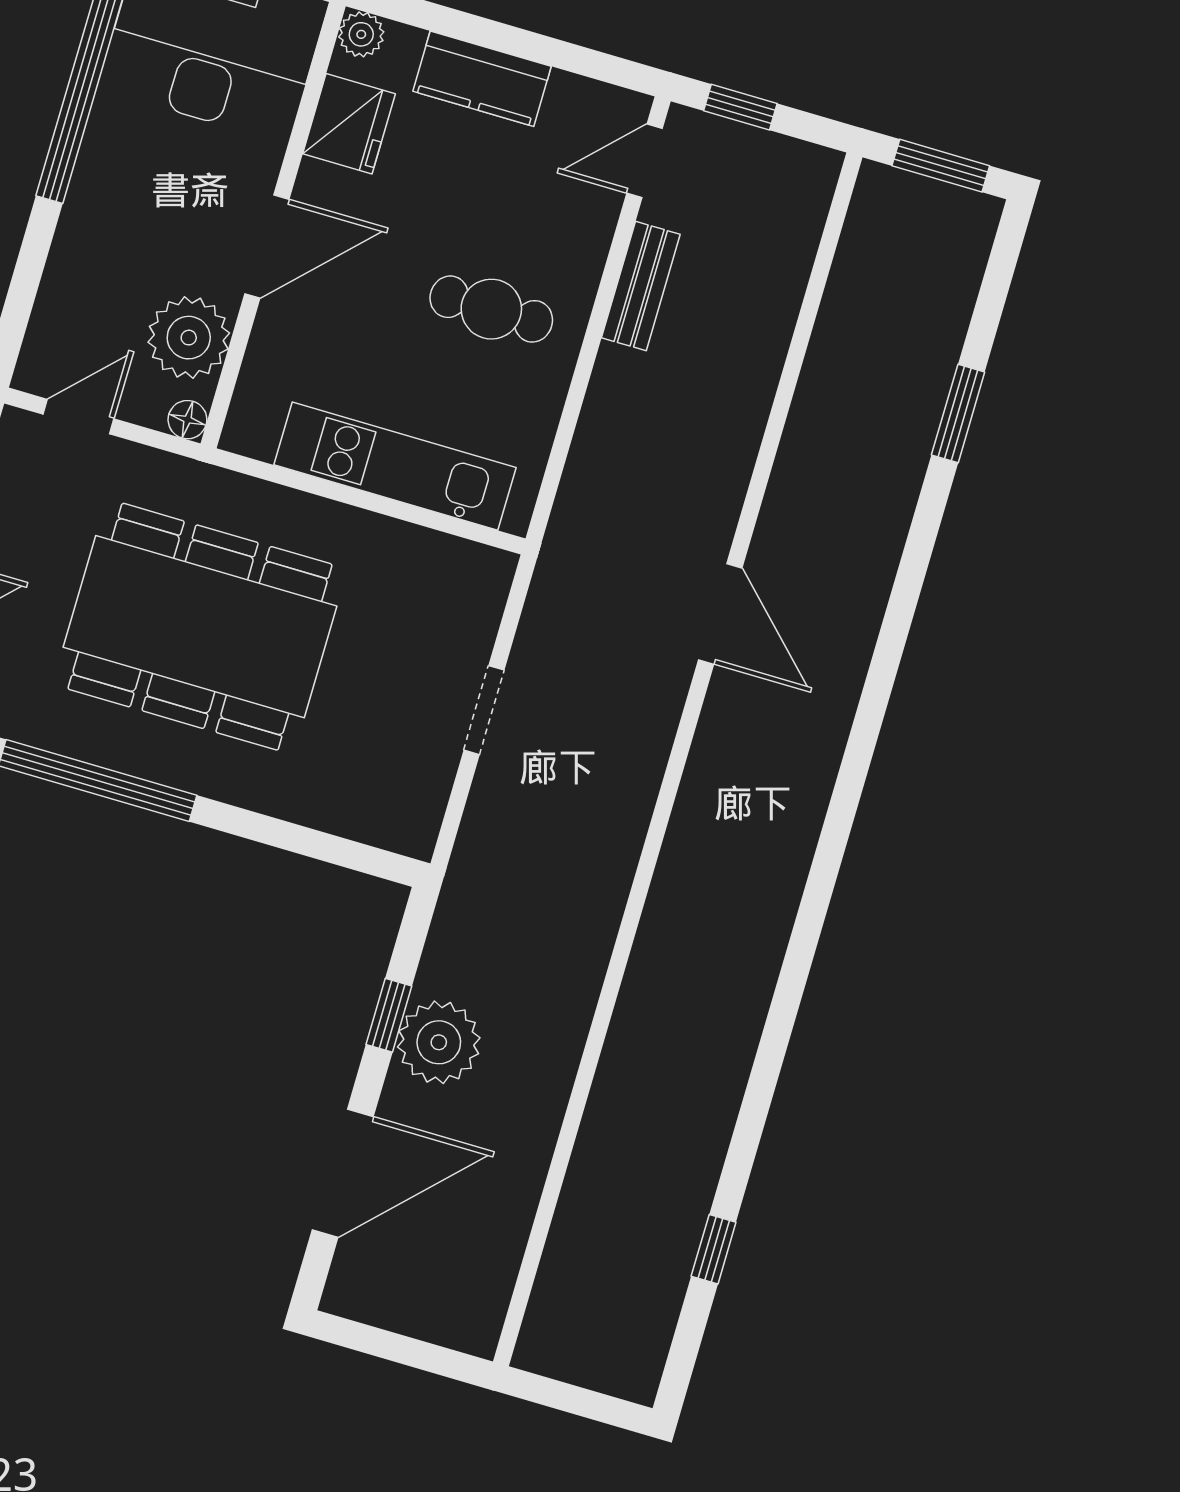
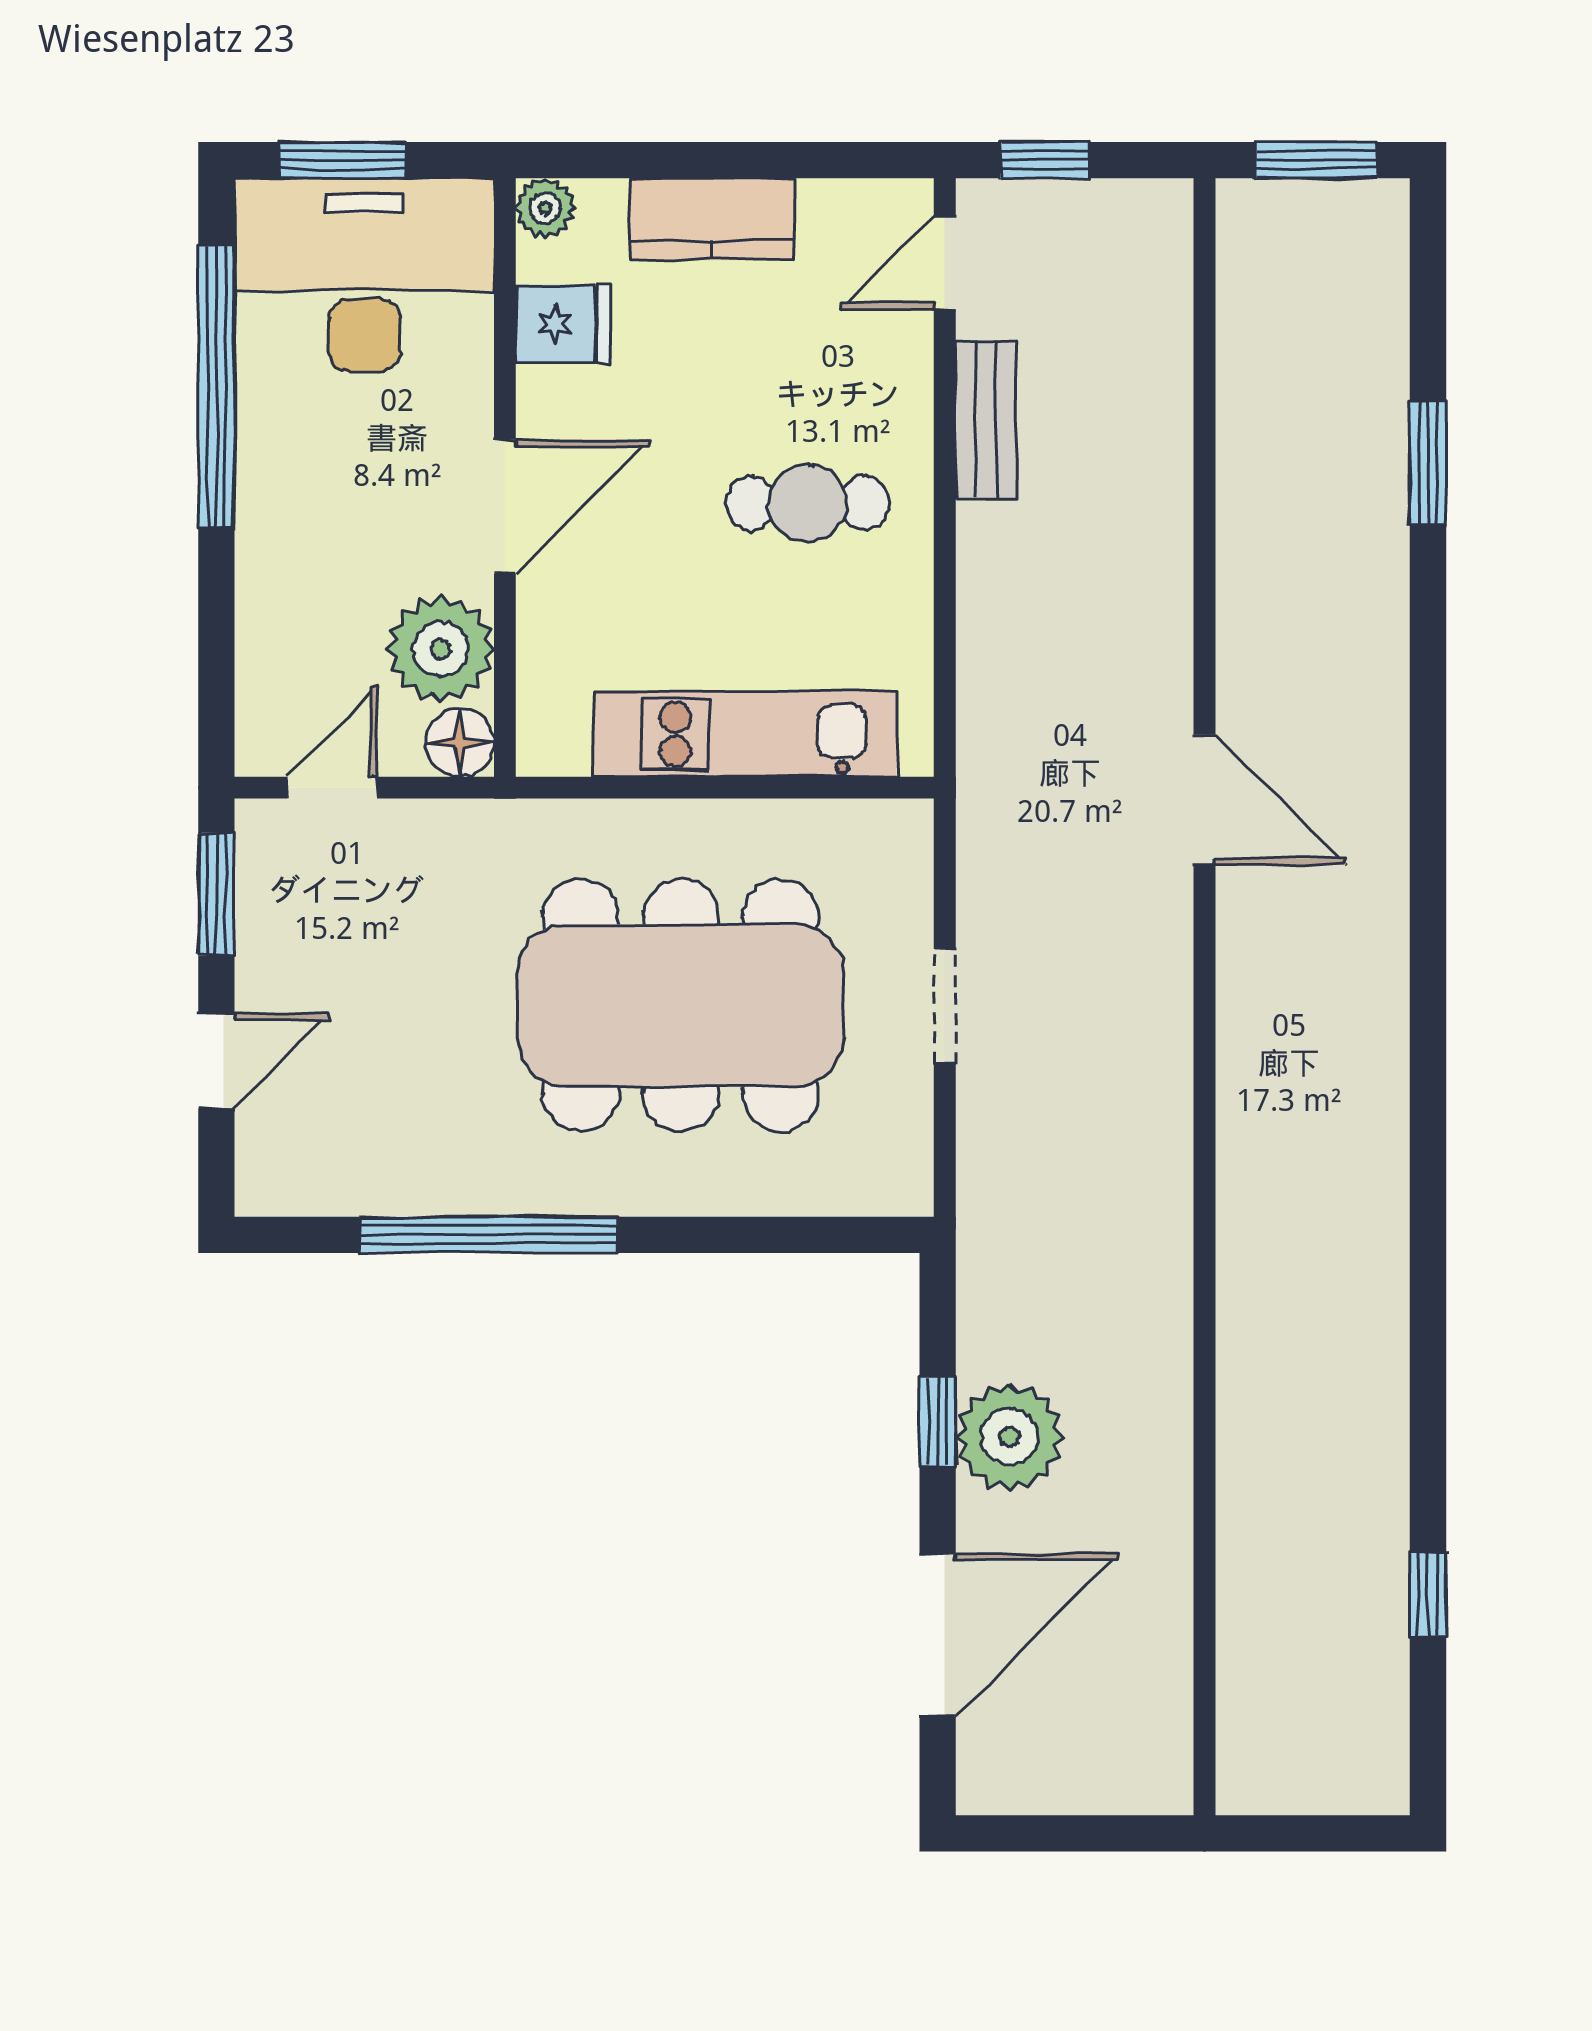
fridge: (349, 124) -> (563, 324), width x0.72
floor lamp: (187, 420) -> (460, 742), width x1.37, depth x1.37
dining table: (200, 627) -> (681, 1005), moved

